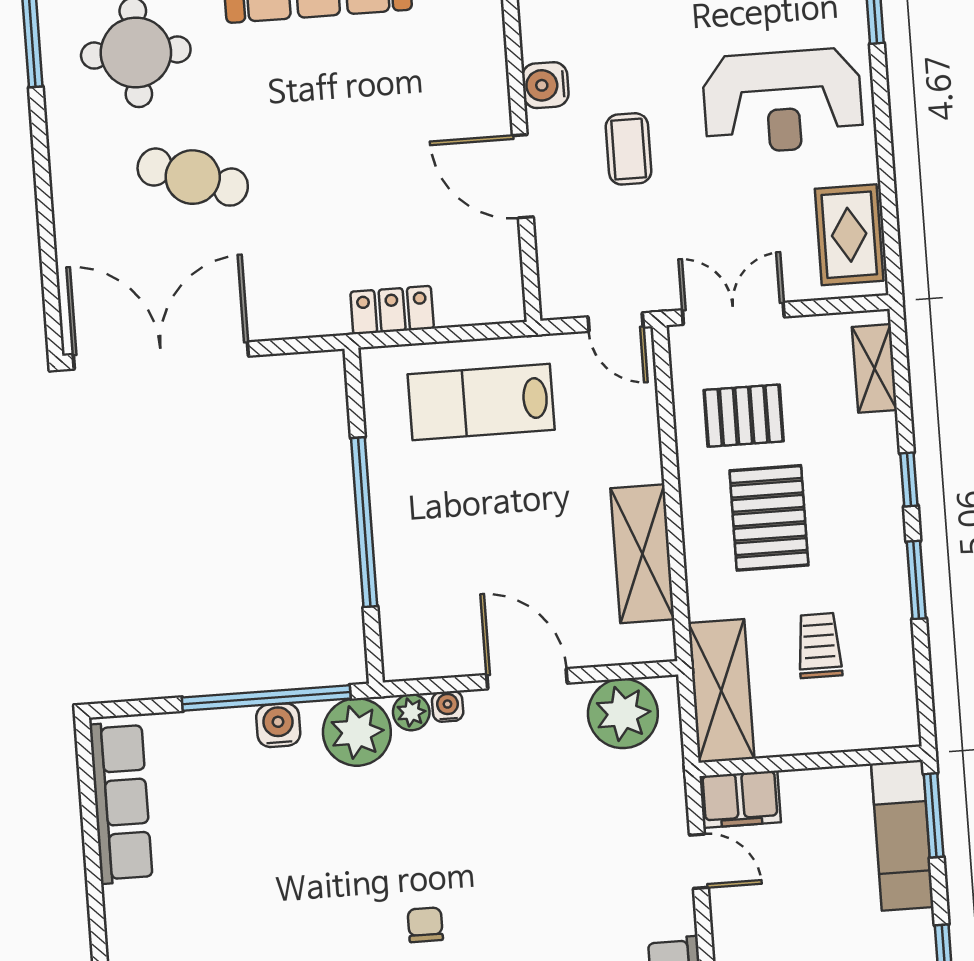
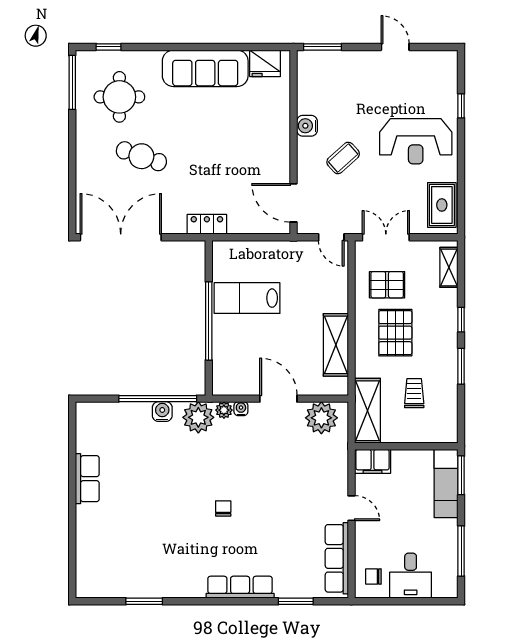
coffee table: (629, 149) -> (343, 158), turned 48
door: (523, 176) -> (293, 203), moved
locker: (392, 310) -> (207, 224), moved
lab bench: (481, 402) -> (247, 298), moved
row of seats: (121, 802) -> (87, 479), moved, width x0.68
door: (699, 861) -> (351, 508), moved

